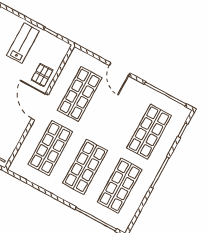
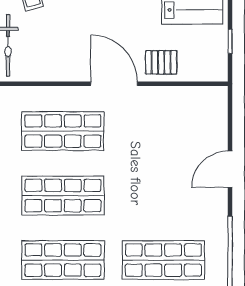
shop shelf: (80, 94) -> (163, 131), removed
door: (40, 107) -> (114, 84), hinge flipped

